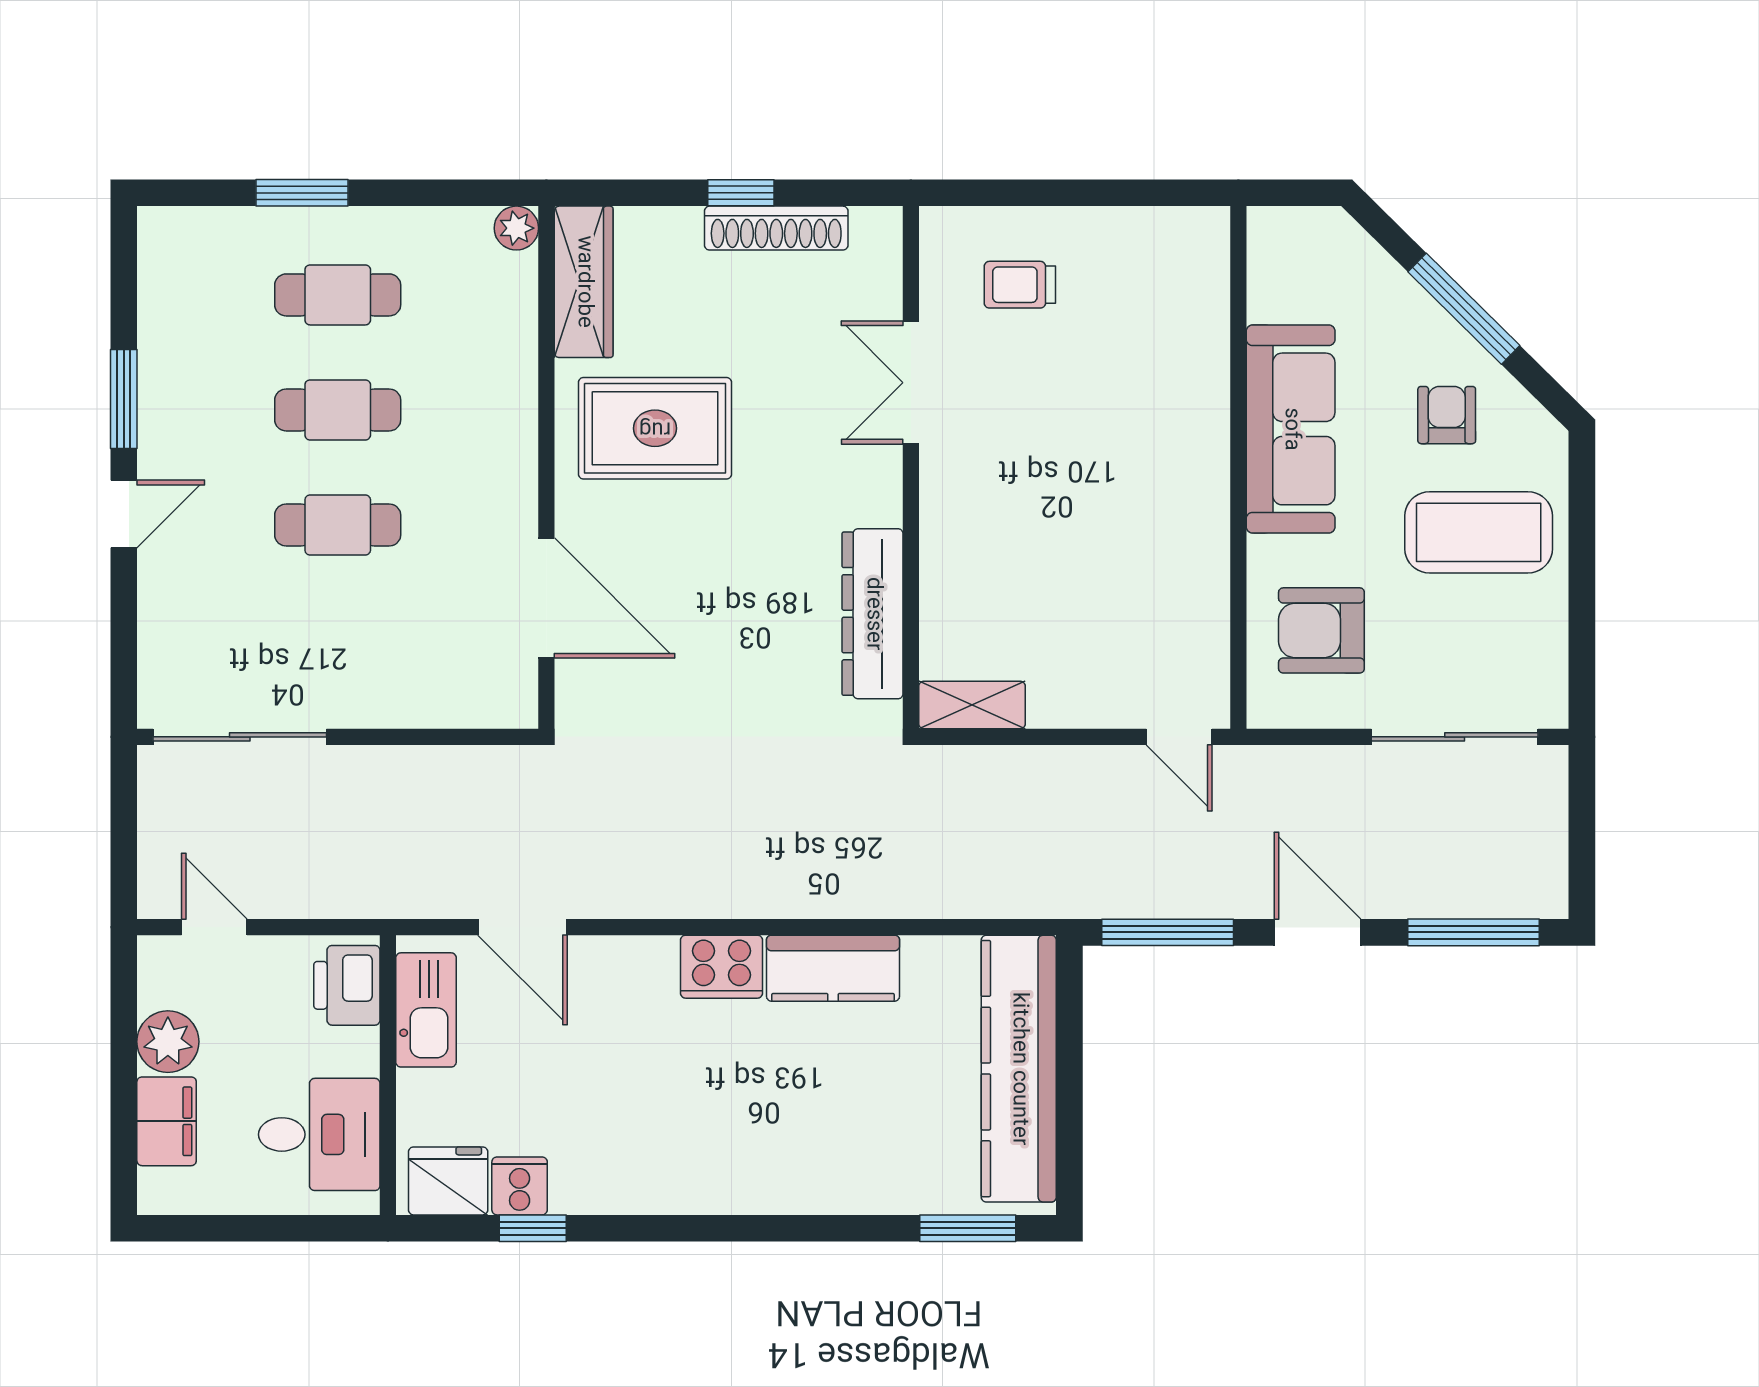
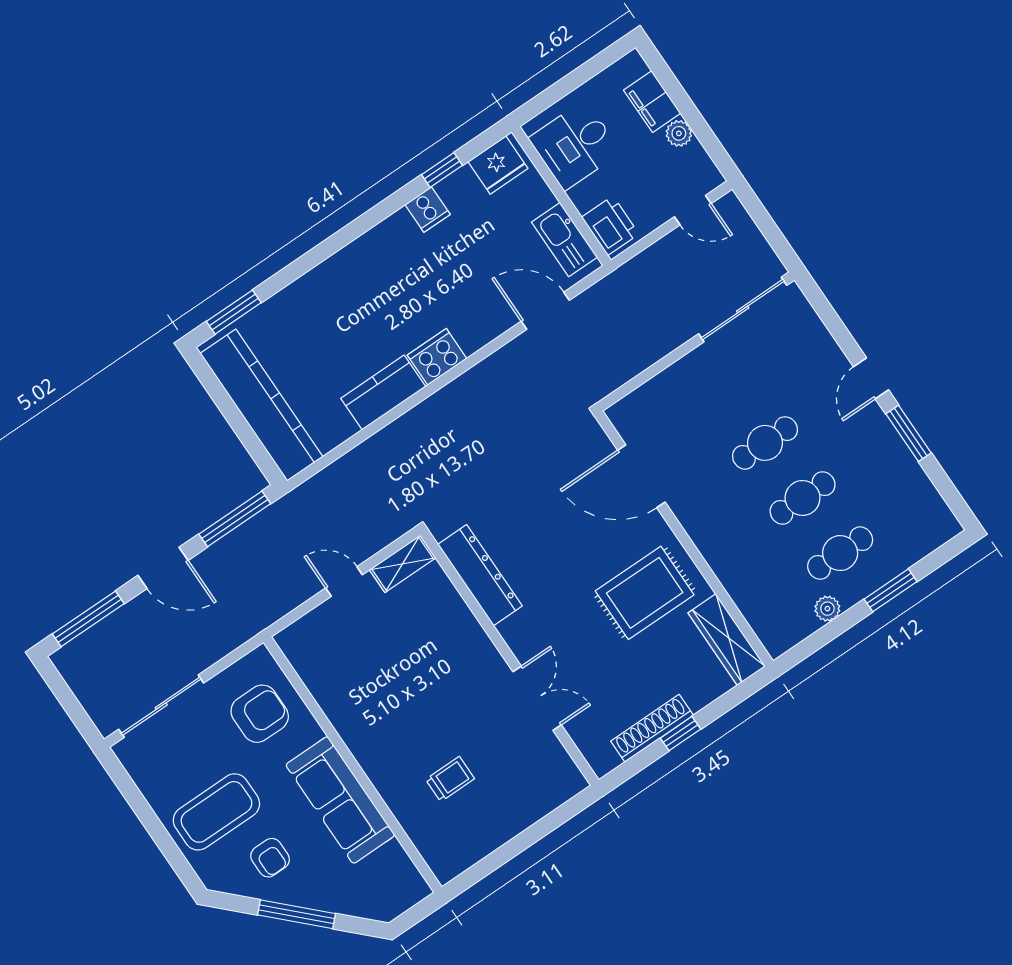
plant: (516, 228) -> (827, 609), moved
trolley: (1020, 285) -> (450, 779), moved
door: (1179, 737) -> (344, 581), moved
plant: (168, 1042) -> (679, 133), width x0.73, depth x0.73
cooker: (520, 1186) -> (428, 210), moved

